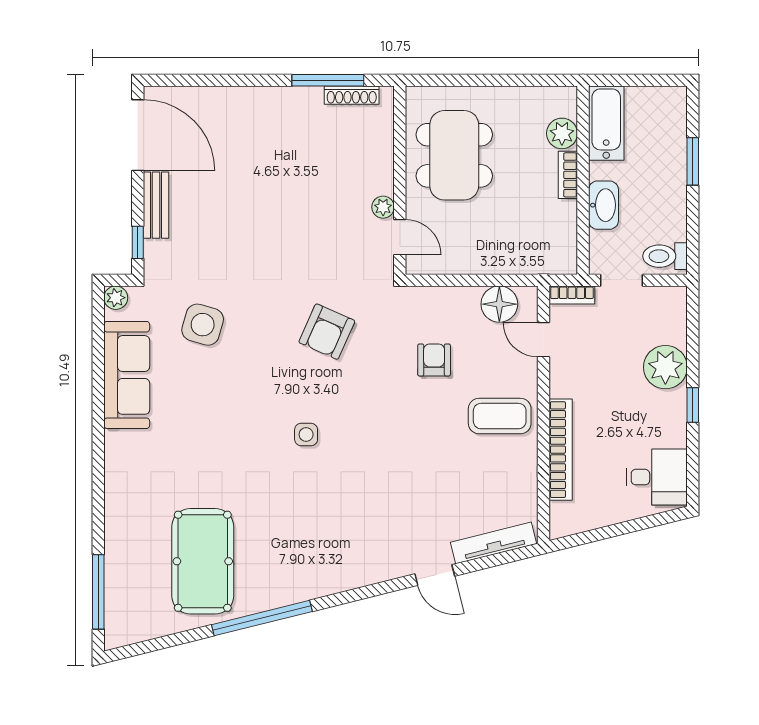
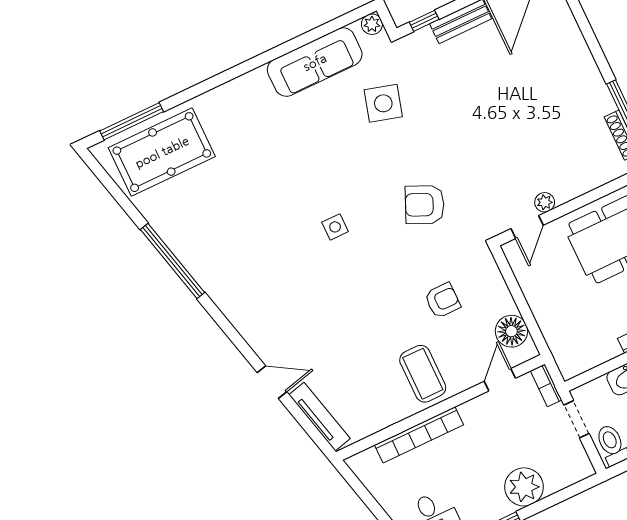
pool table: (203, 561) -> (162, 152), moved
door: (435, 575) -> (272, 382), swing flipped

